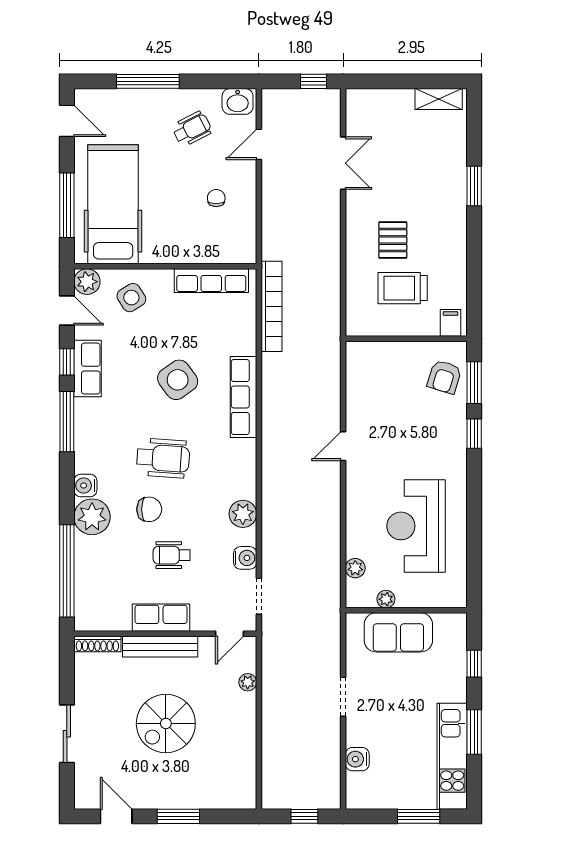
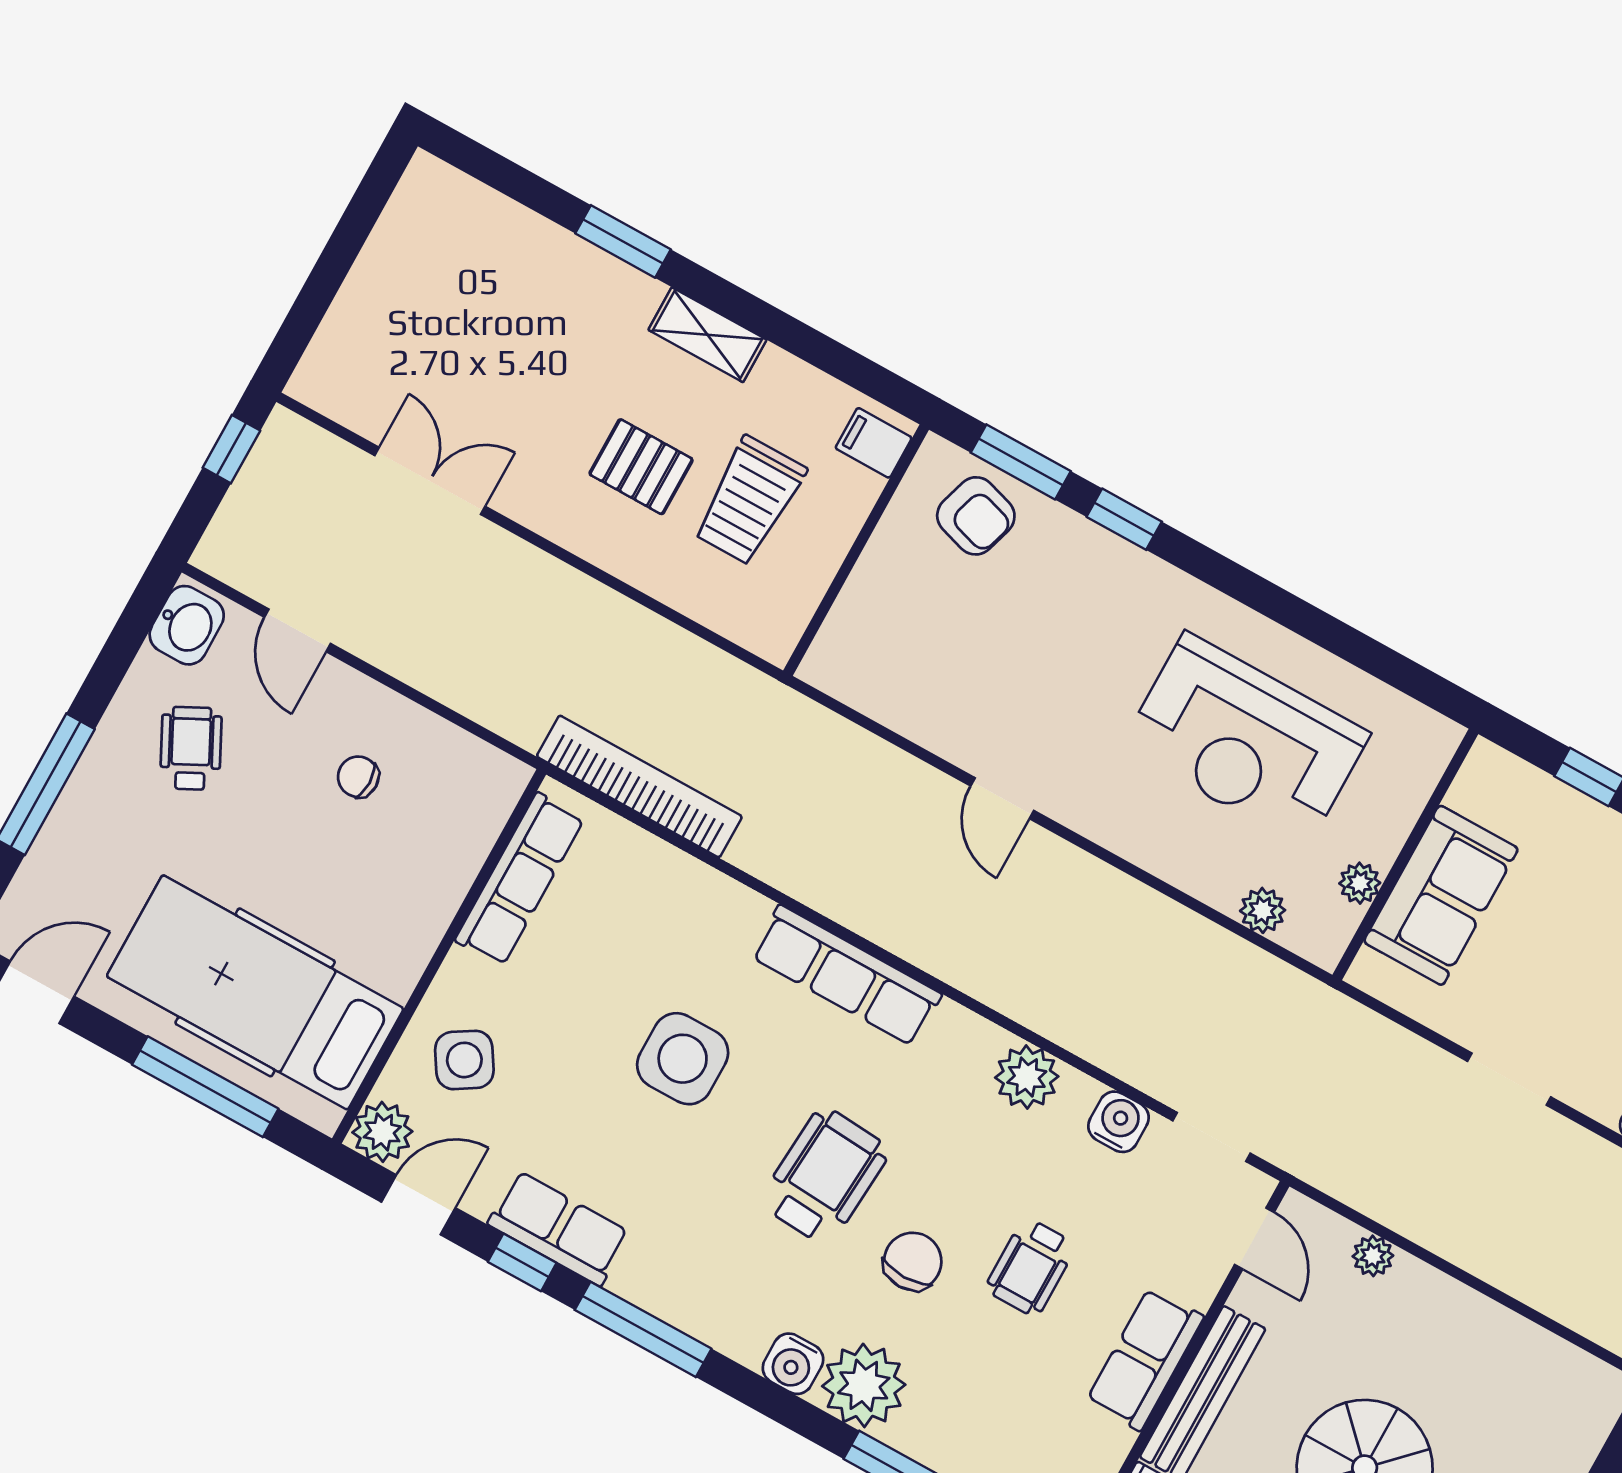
shelving: (439, 99) -> (707, 335), moved, turned 90
side table: (178, 380) -> (683, 1059), turned 36
row of seats: (243, 397) -> (846, 975), moved

